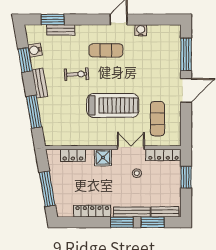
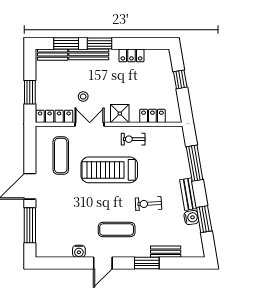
window: (53, 19) -> (147, 263), moved
water cooler: (35, 50) -> (191, 218), moved
exercise bike: (91, 134) -> (133, 139), added
double door: (131, 148) -> (90, 124), swing flipped
window: (47, 189) -> (180, 79), width x0.46
locker: (92, 211) -> (132, 55), width x0.66

